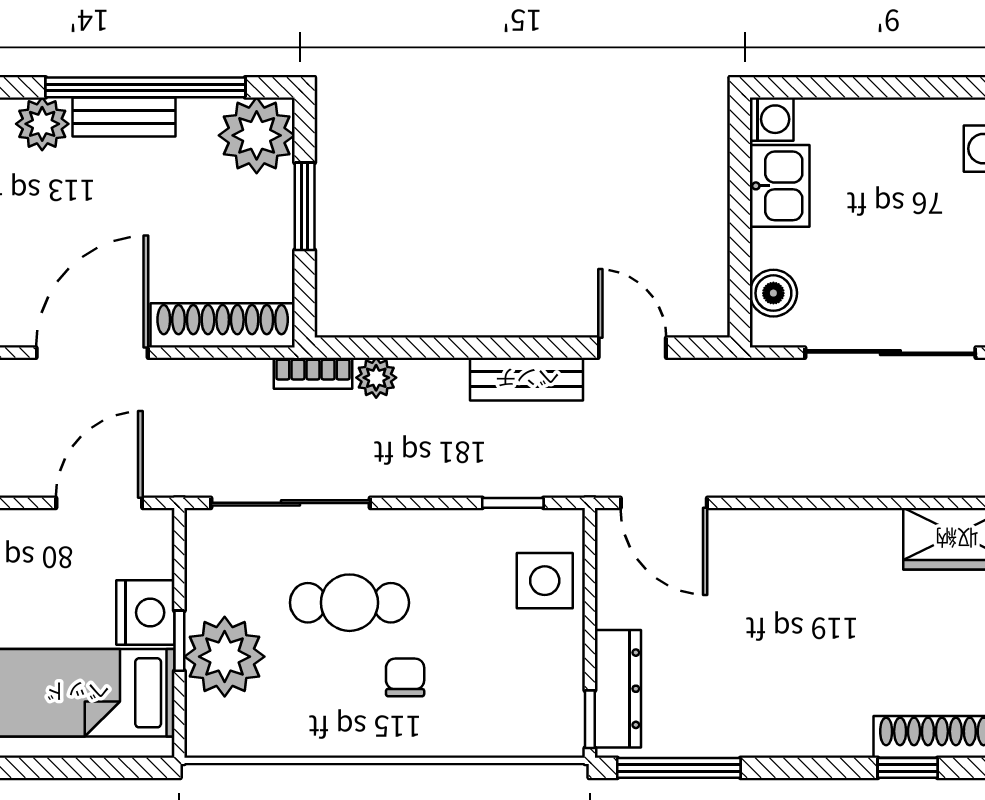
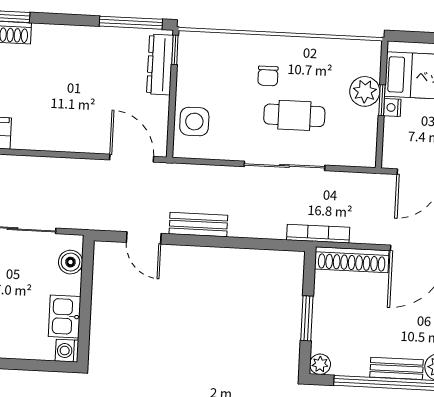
plant: (257, 135) -> (320, 364), width x0.53, depth x0.53
bookcase: (313, 373) -> (318, 234), width x1.56
plant: (376, 378) -> (275, 229), removed
sliding door: (291, 503) -> (285, 166), moved
window: (513, 503) -> (209, 162), removed
nightstand: (145, 613) -> (392, 108), width x0.53, depth x0.56
plant: (225, 657) -> (365, 91), width x0.73, depth x0.73

